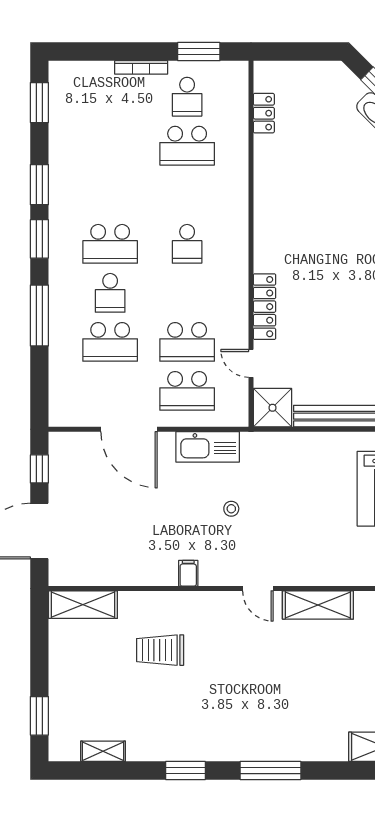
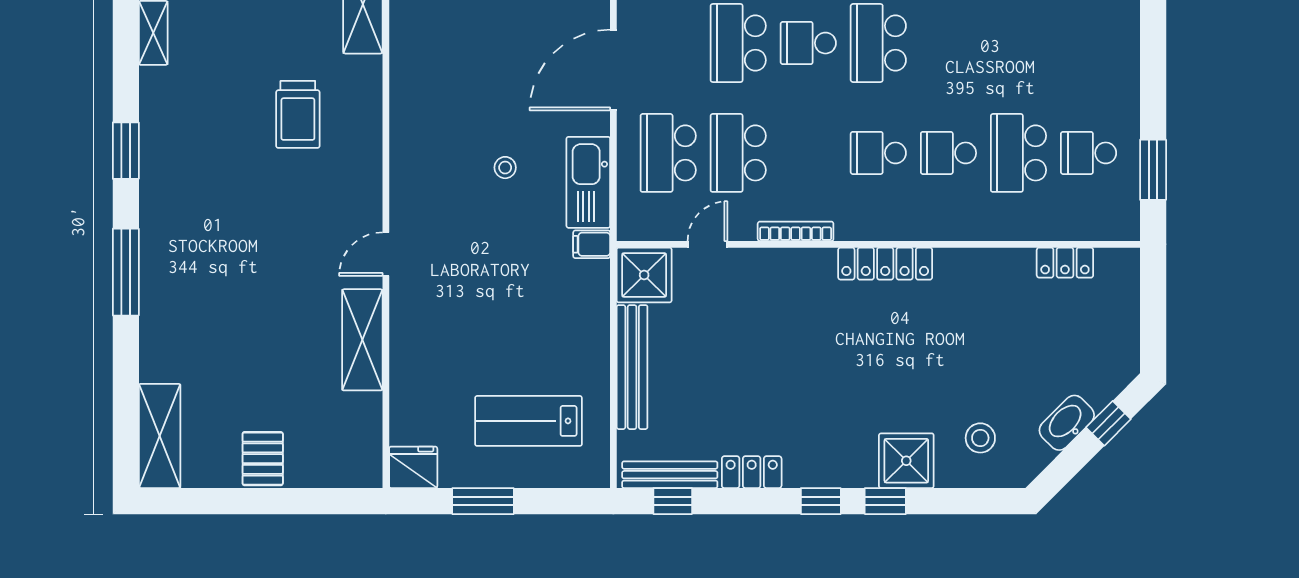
bookcase: (141, 67) -> (796, 231), moved, turned 90
school desk: (187, 195) -> (948, 153), added
locker: (265, 307) -> (885, 264), moved
stool: (231, 509) -> (505, 168), moved
filing cabinet: (188, 573) -> (592, 244), moved, turned 180
trolley: (160, 650) -> (298, 114), turned 180

